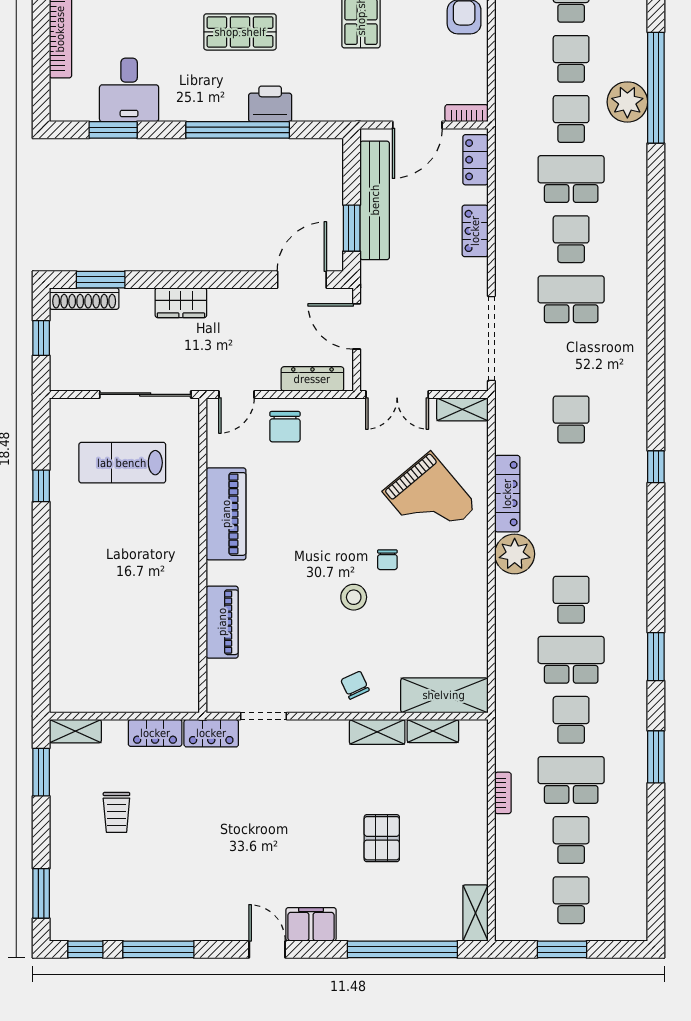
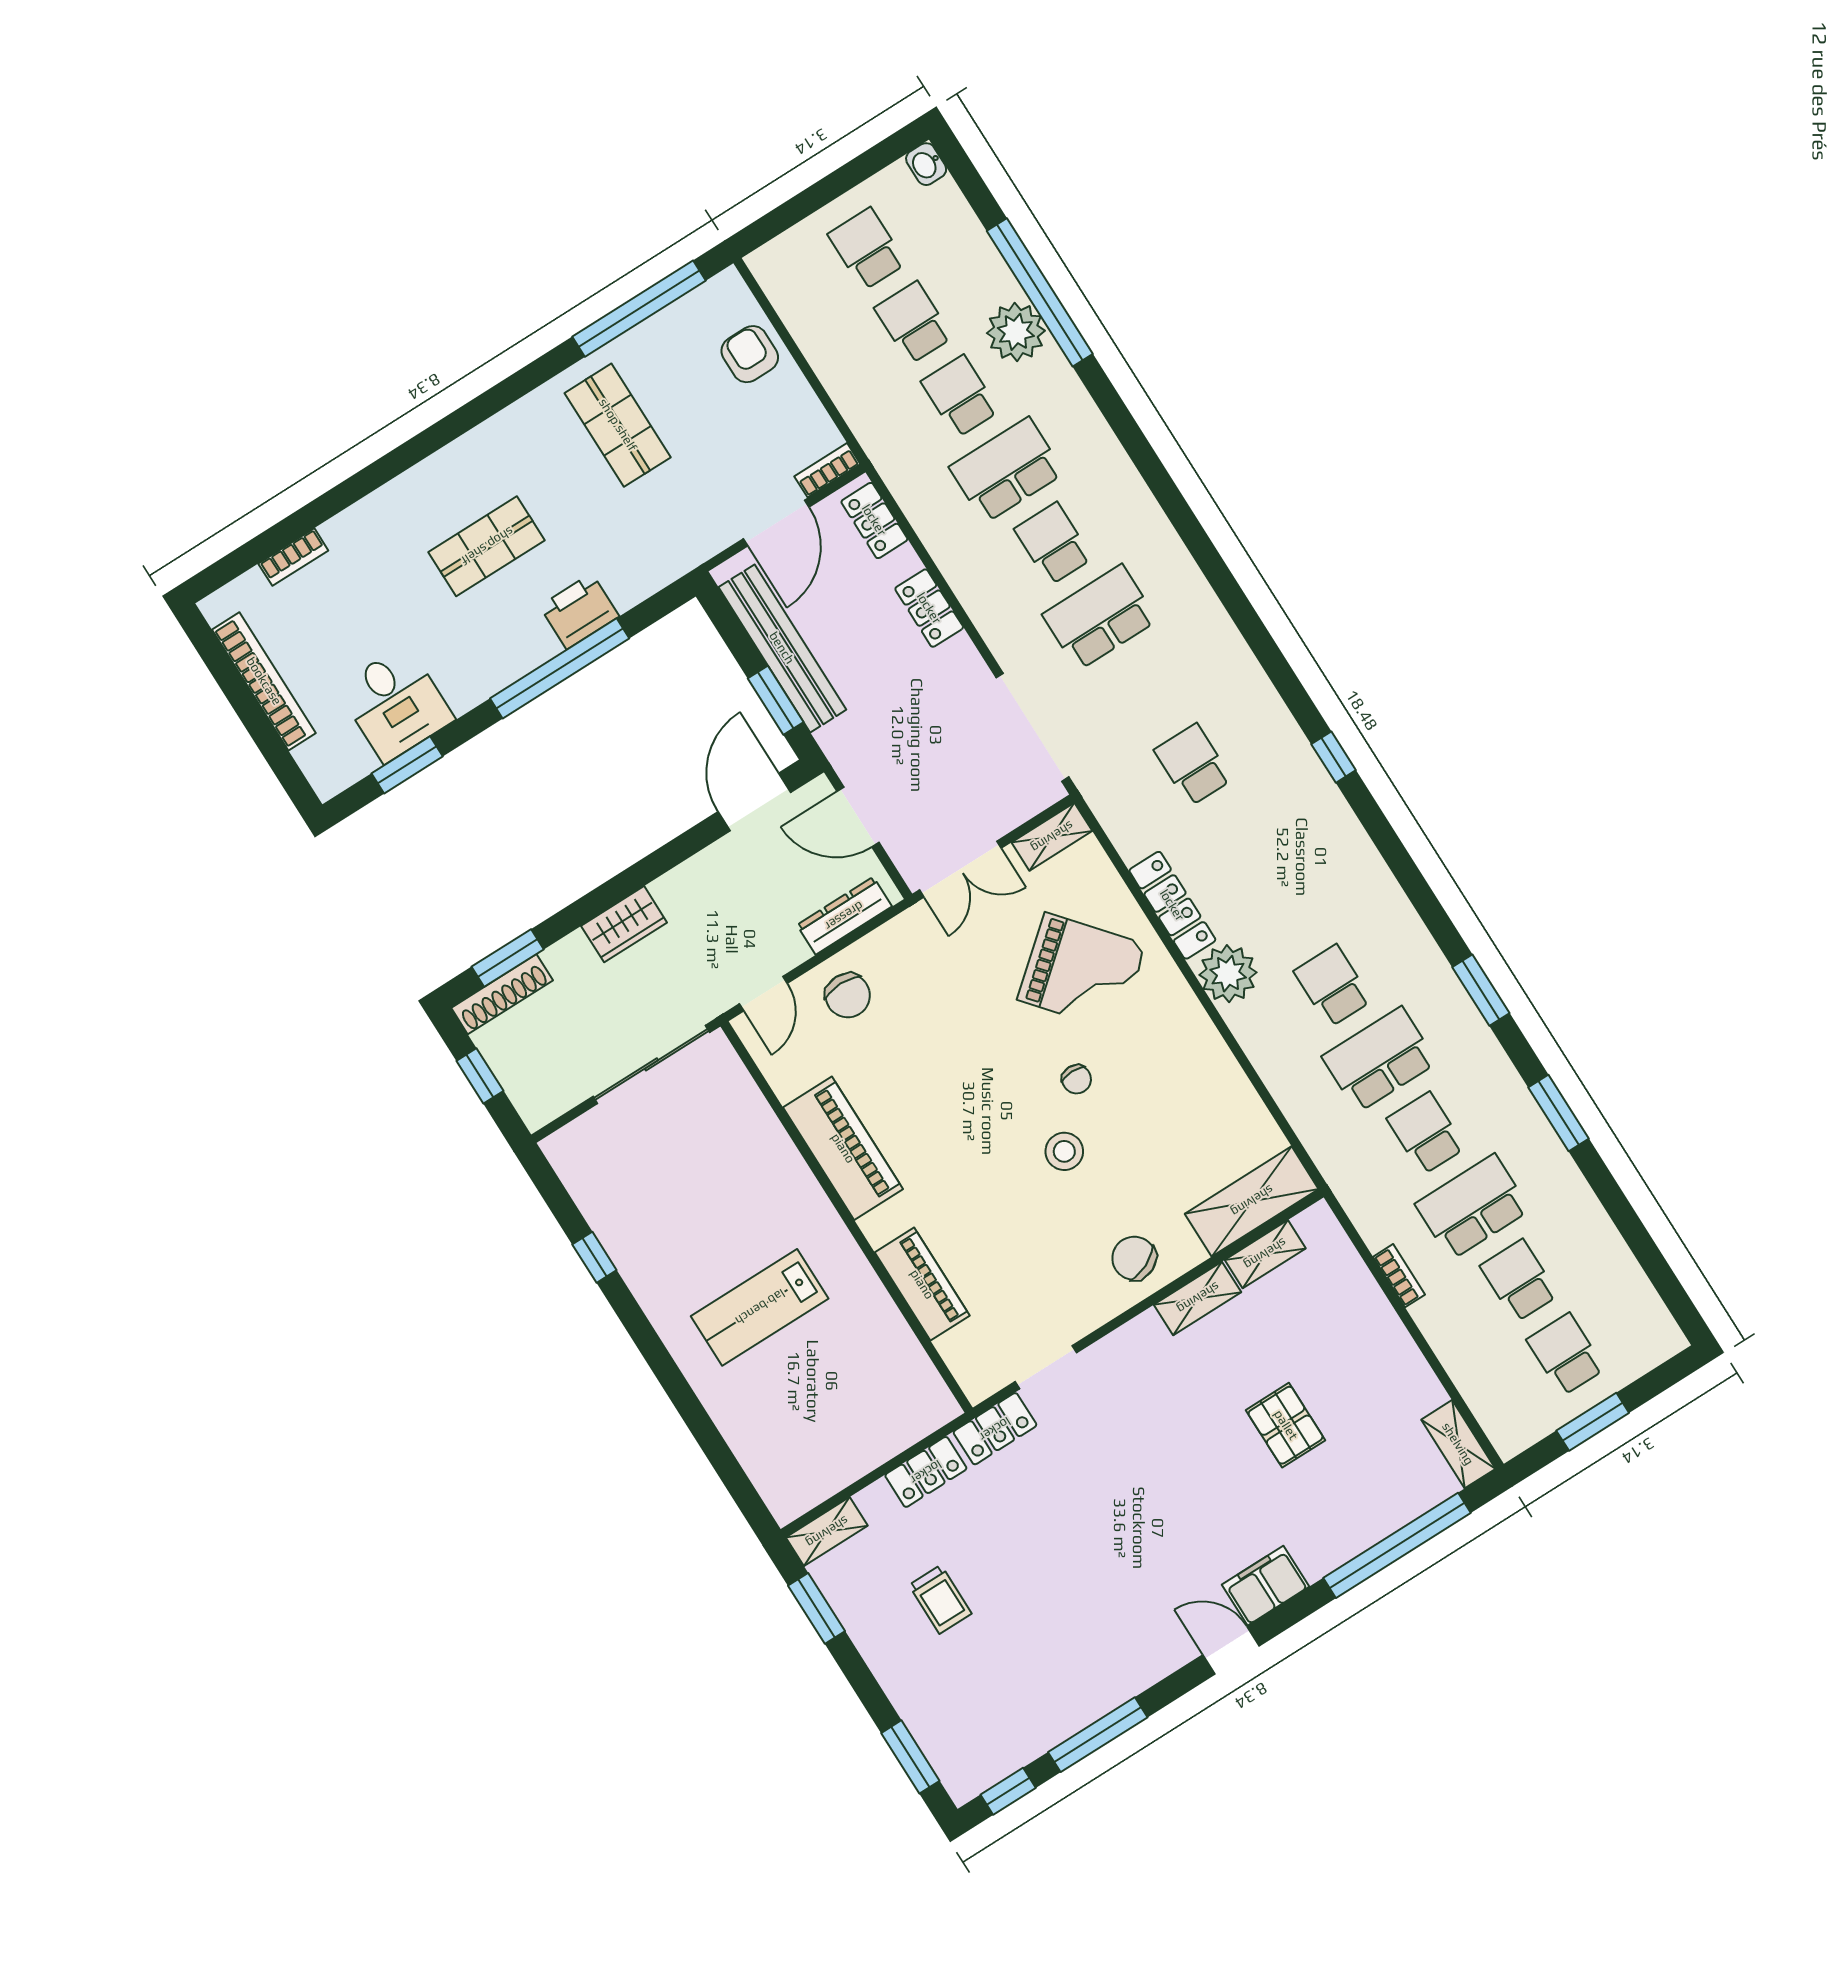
lab bench: (122, 463) -> (760, 1307), moved
chair: (355, 685) -> (1134, 1258), width x1.37, depth x1.37

